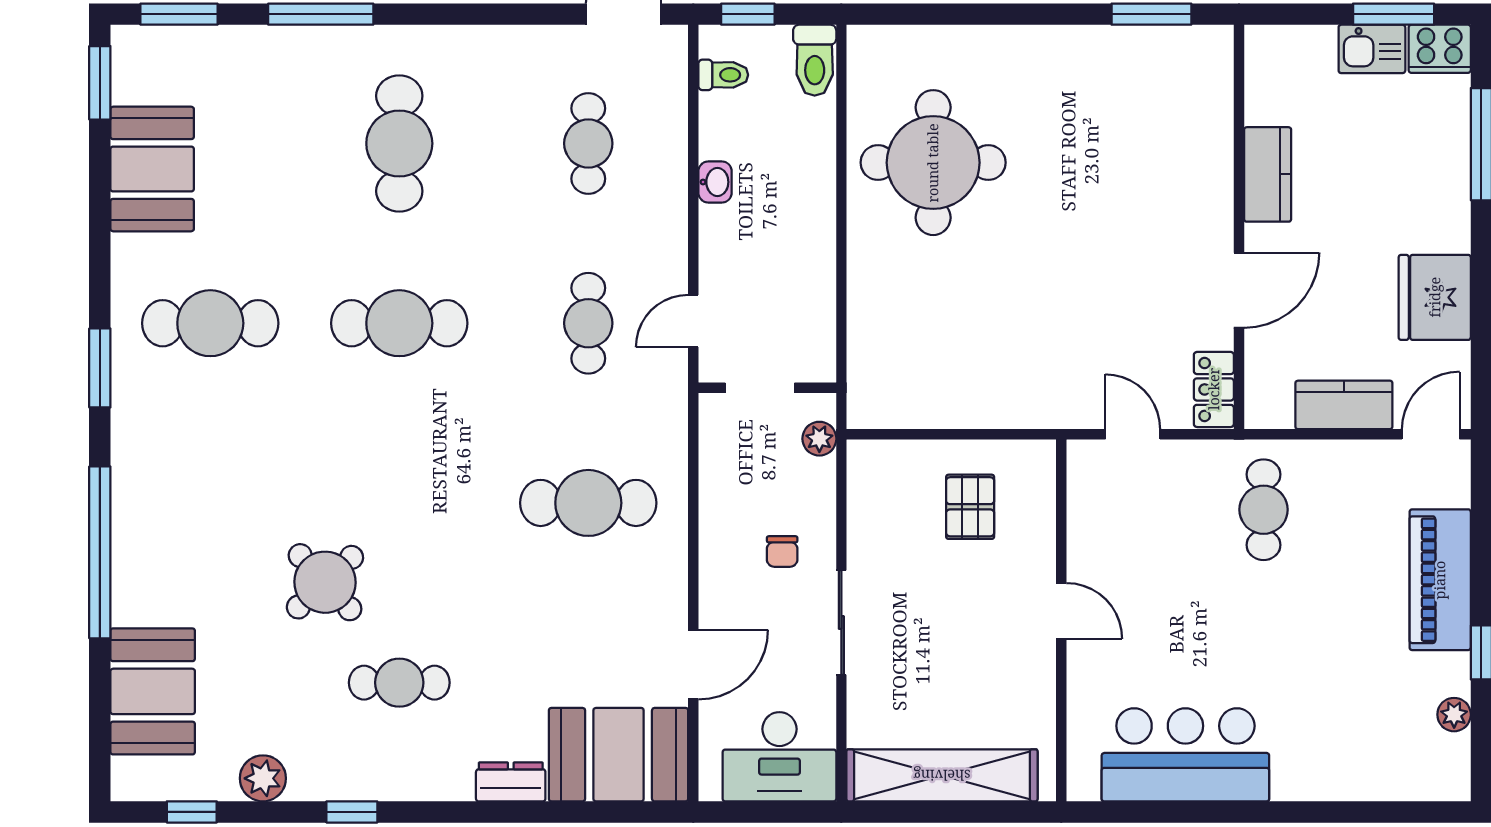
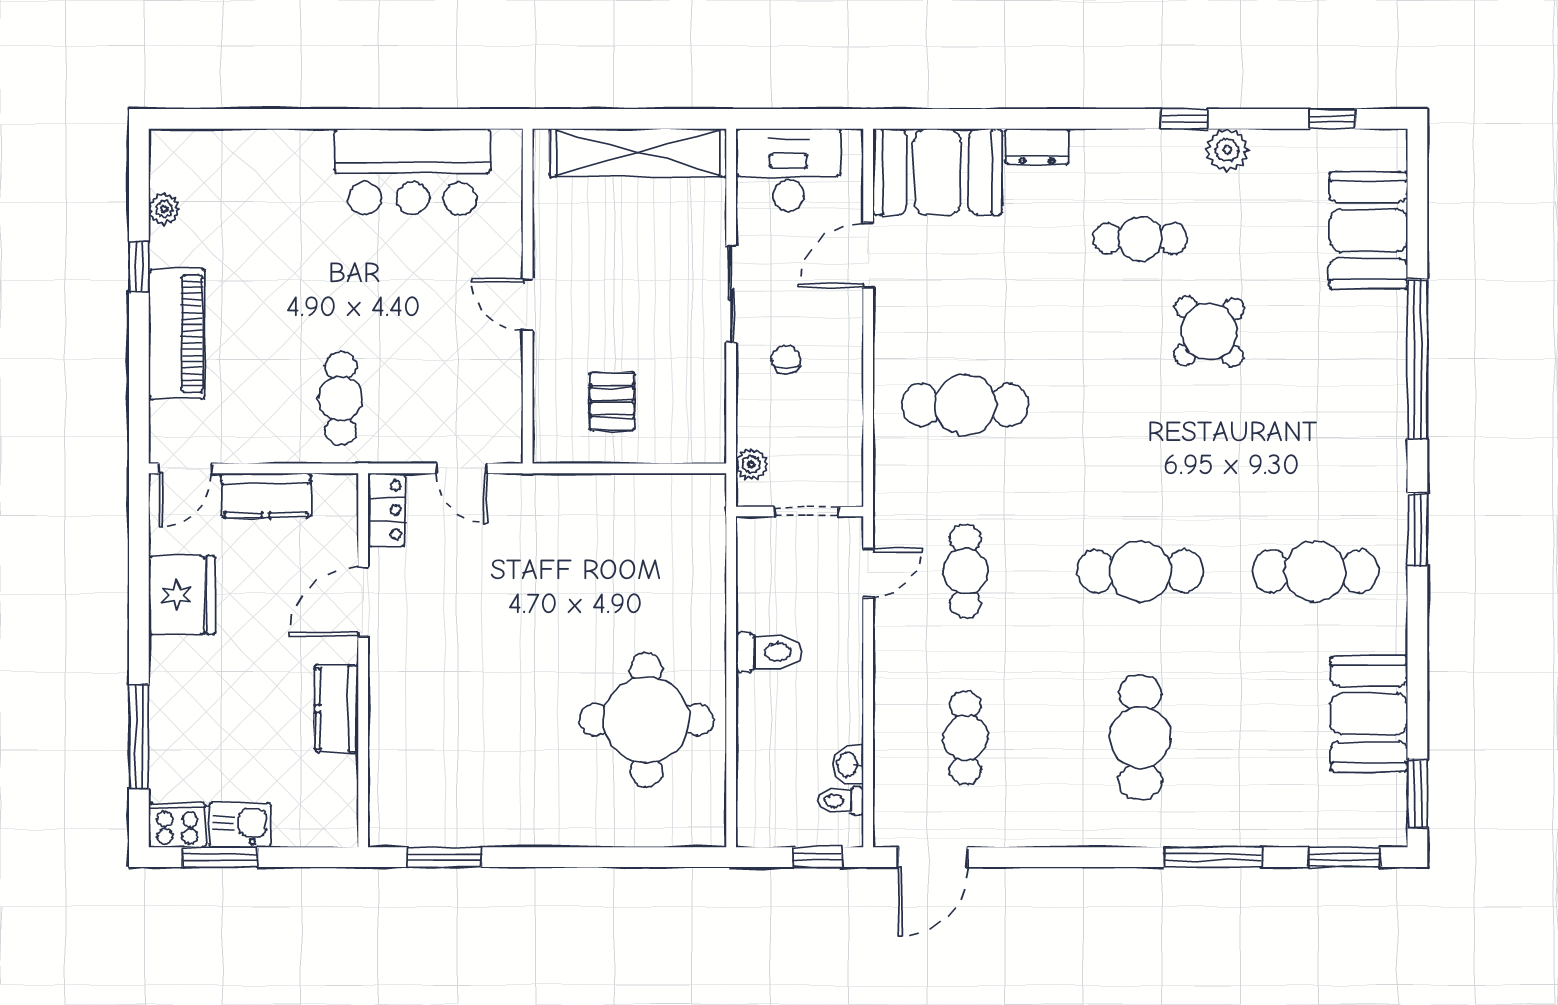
toilet: (815, 60) -> (769, 652), moved, turned 90
washbasin: (715, 182) -> (848, 765), moved
plant: (263, 778) -> (1227, 150), moved

